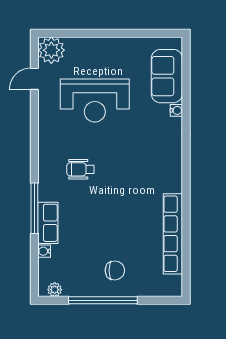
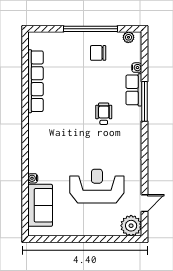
wheelchair: (81, 169) -> (104, 114), moved, turned -90
chair: (115, 270) -> (98, 53), moved

